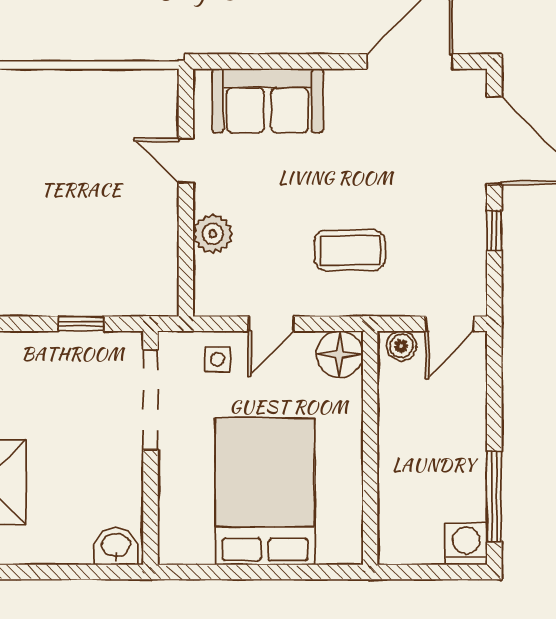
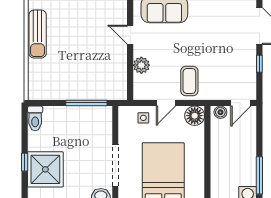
coffee table: (350, 250) -> (189, 81), moved, turned 90
window: (81, 324) -> (86, 103), width x2.17
doorway: (150, 400) -> (115, 165), moved

